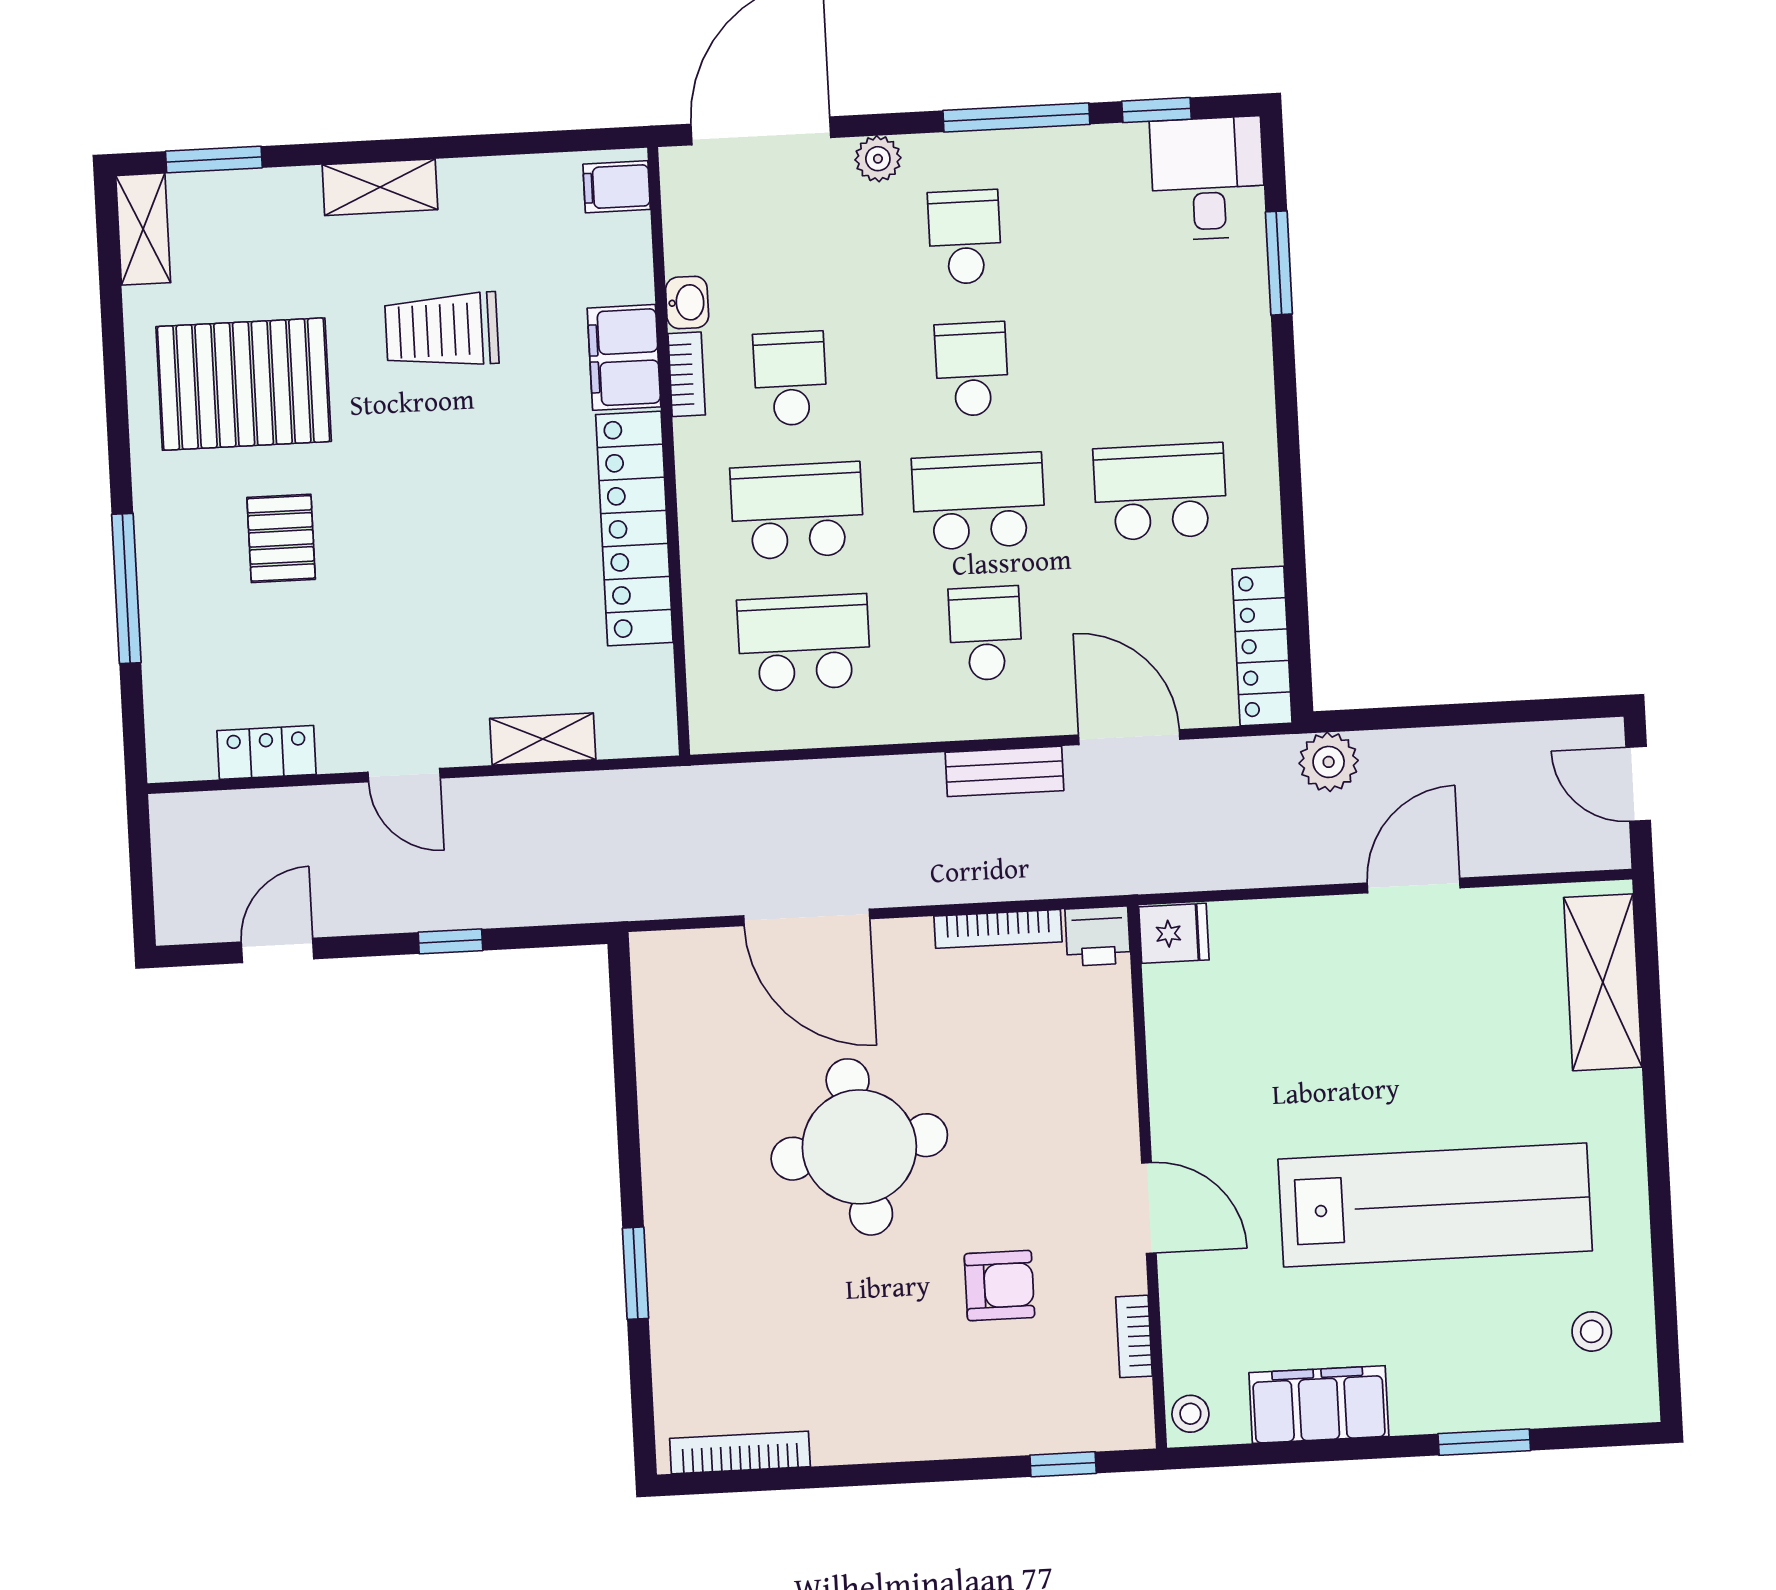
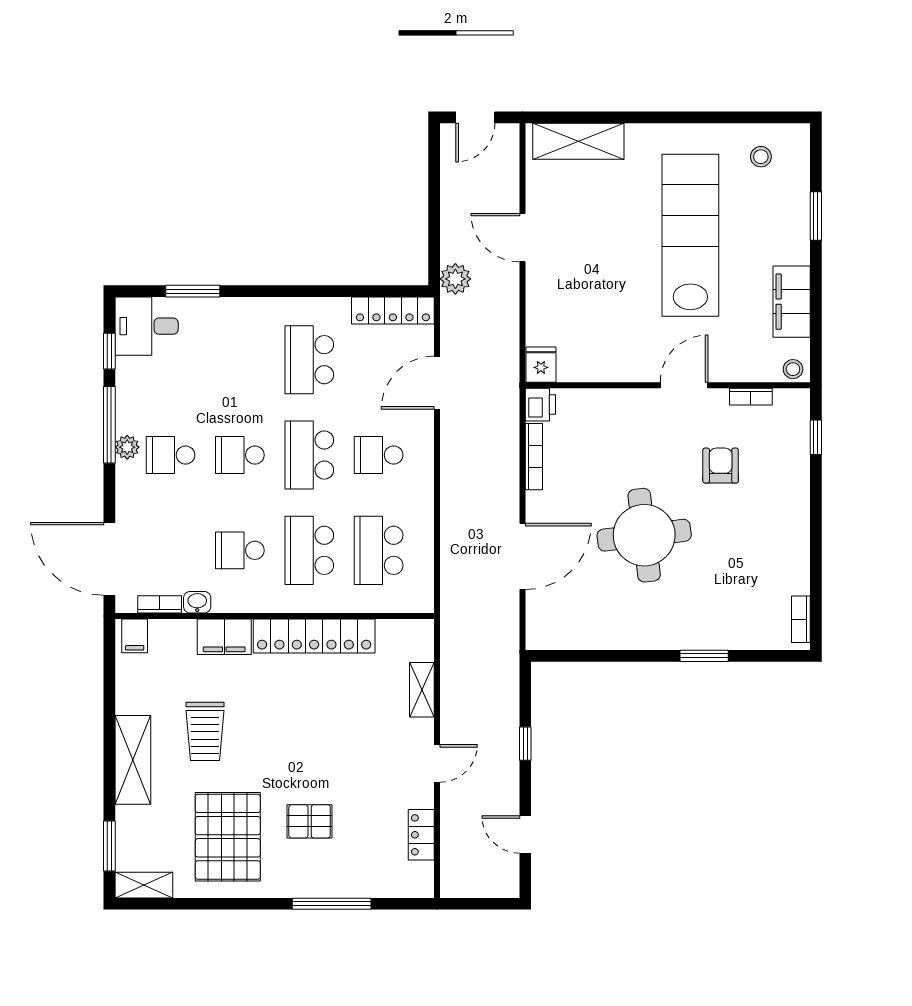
plant: (878, 159) -> (127, 447), moved
shelving: (380, 187) -> (133, 760), width x1.50, depth x1.33
bookcase: (687, 374) -> (160, 604), moved
bench: (1005, 771) -> (451, 449), removed
bookcase: (740, 1452) -> (801, 619), width x0.64

